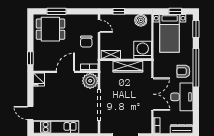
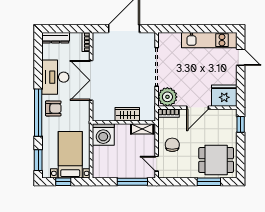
window: (119, 11) -> (132, 182), width x2.17
boiler: (141, 20) -> (105, 171), removed
wardrobe: (128, 67) -> (127, 114), width x0.67
fridge: (39, 79) -> (224, 96), width x1.88, depth x1.34

